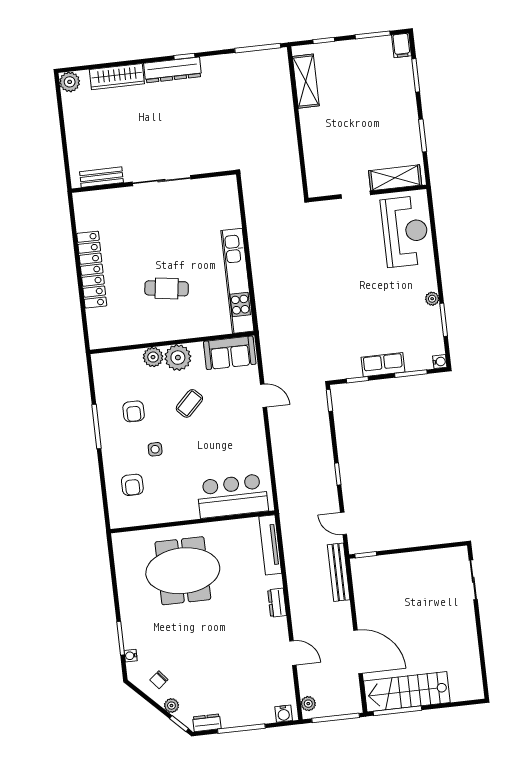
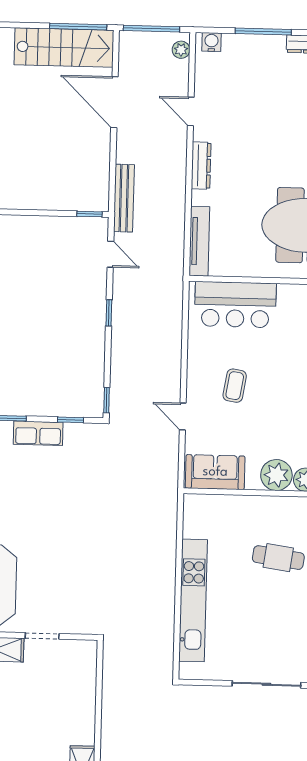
kitchen unit: (237, 281) -> (193, 600), moved
coffee table: (189, 403) -> (235, 386), moved, turned -36
dresser: (277, 603) -> (201, 166), width x1.44

